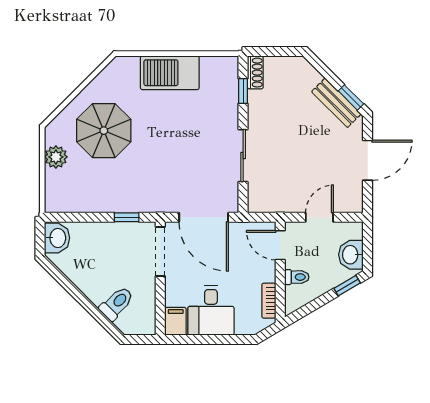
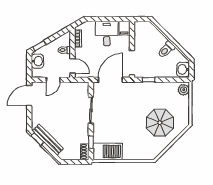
barbecue: (170, 73) -> (108, 151), moved
bench: (336, 103) -> (48, 140), width x1.36
plant: (56, 157) -> (184, 90), moved
door: (368, 160) -> (29, 96), moved
door: (204, 217) -> (110, 80), hinge flipped
toilet: (117, 303) -> (166, 50), moved

